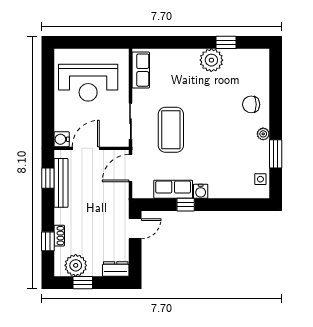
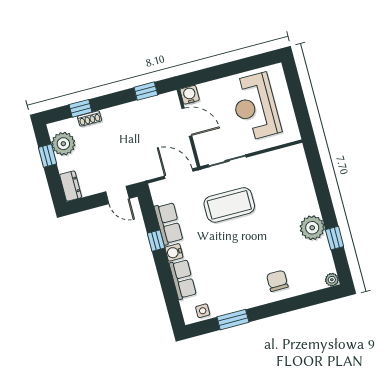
row of seats: (141, 70) -> (183, 279), moved, turned -90
plant: (263, 134) -> (332, 280), moved
bench: (61, 183) -> (144, 106), removed

